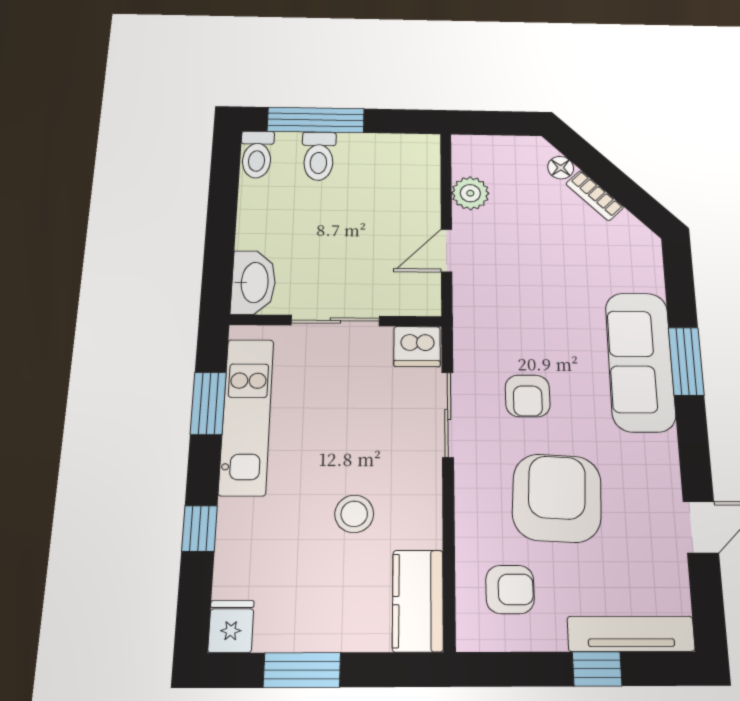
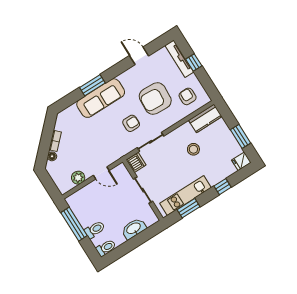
window: (316, 120) -> (74, 224), moved
washbasin: (253, 282) -> (134, 229), moved

